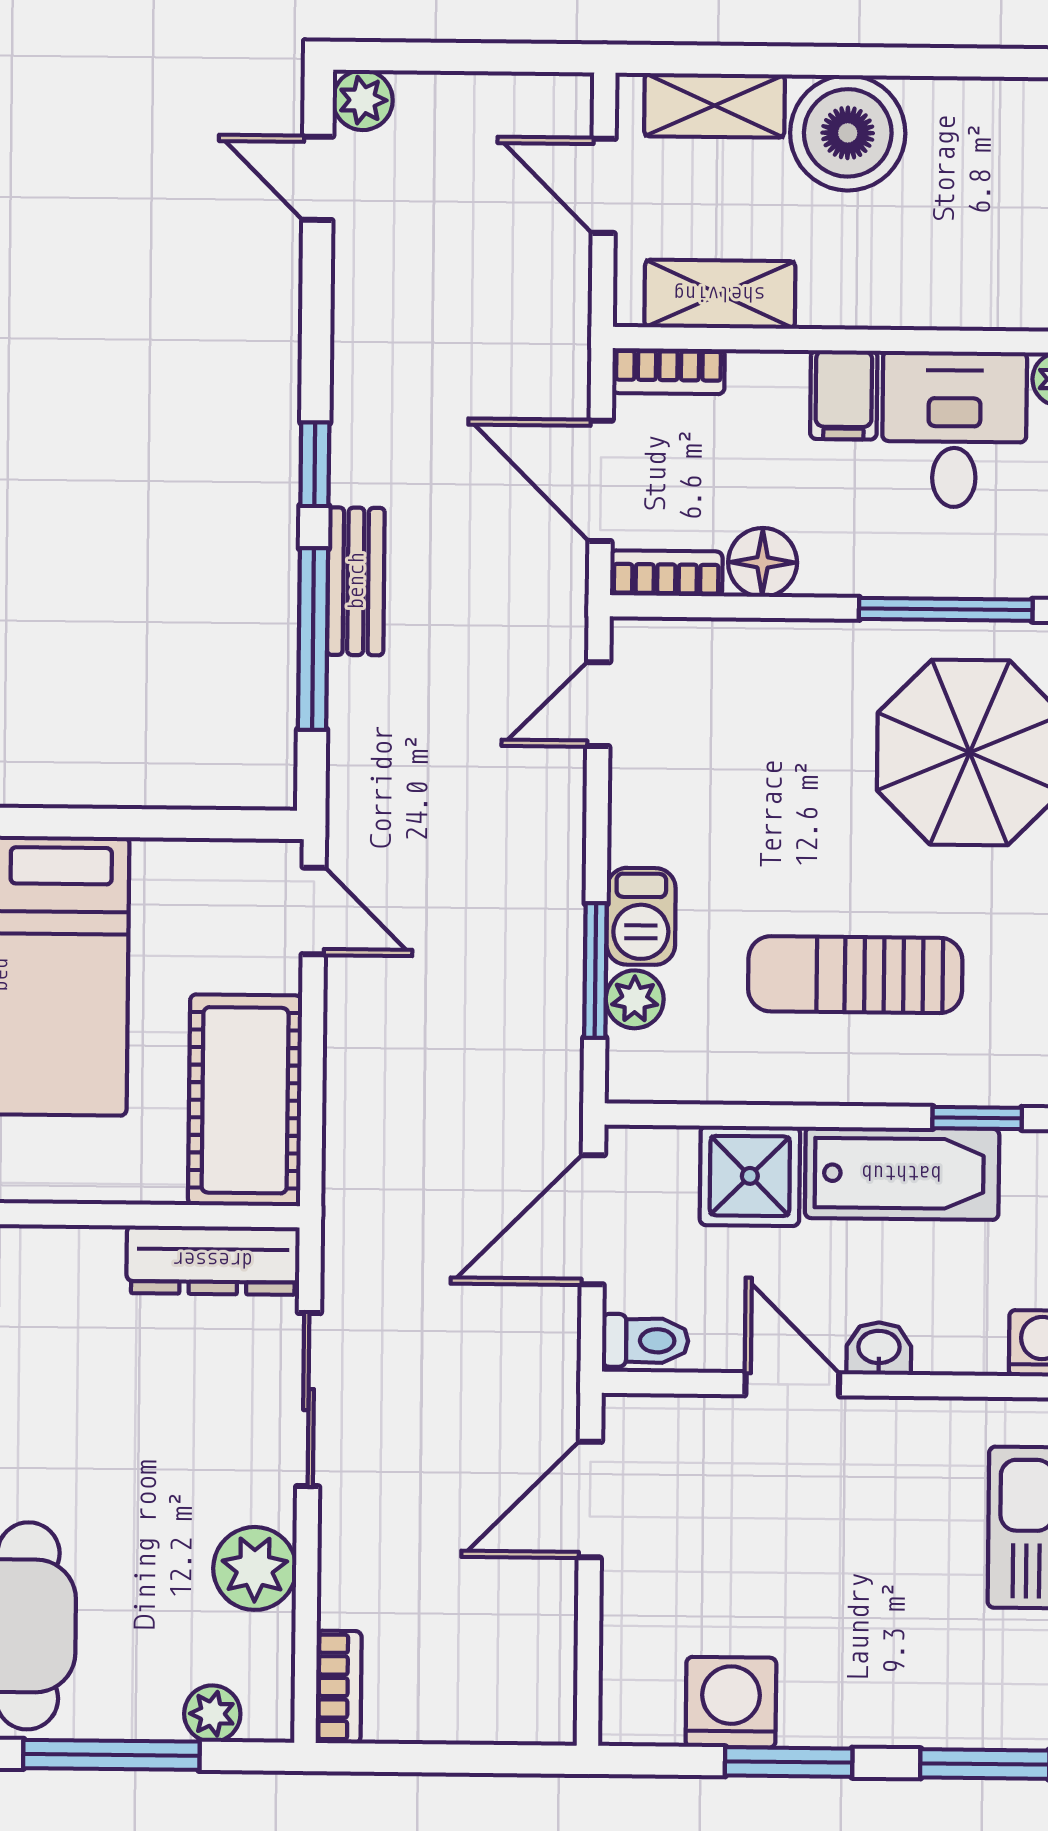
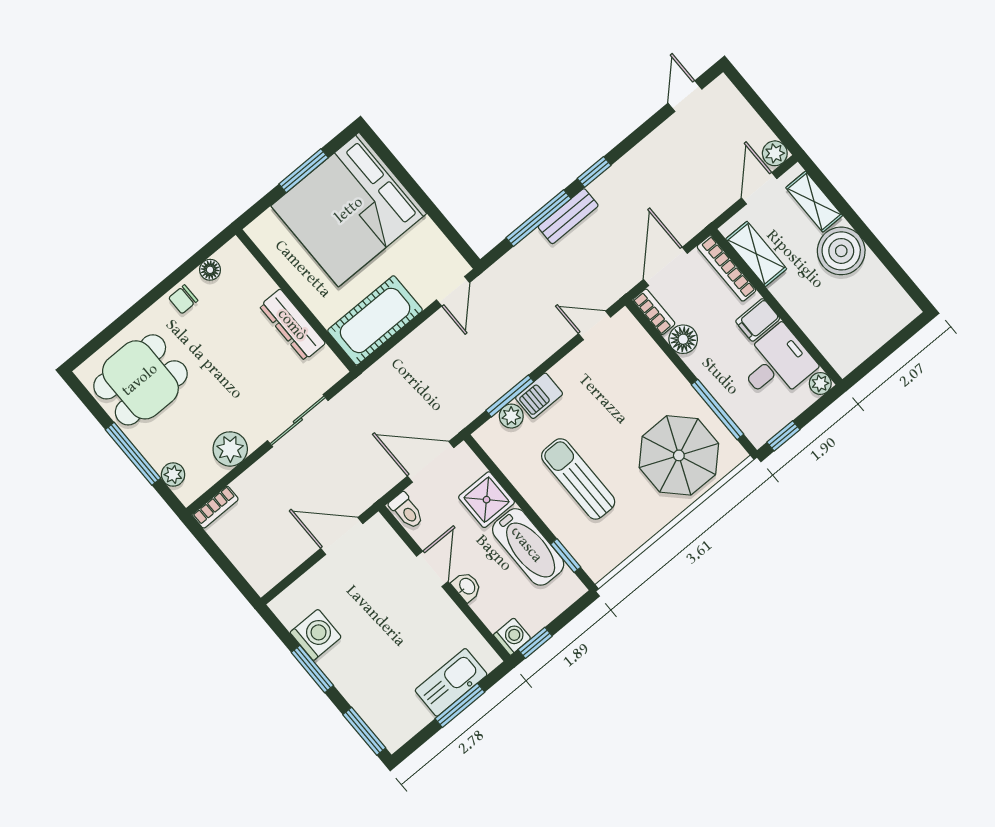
plant: (363, 100) -> (775, 153), moved
bookcase: (668, 371) -> (726, 268), width x1.56
dresser: (213, 1260) -> (292, 325), moved

